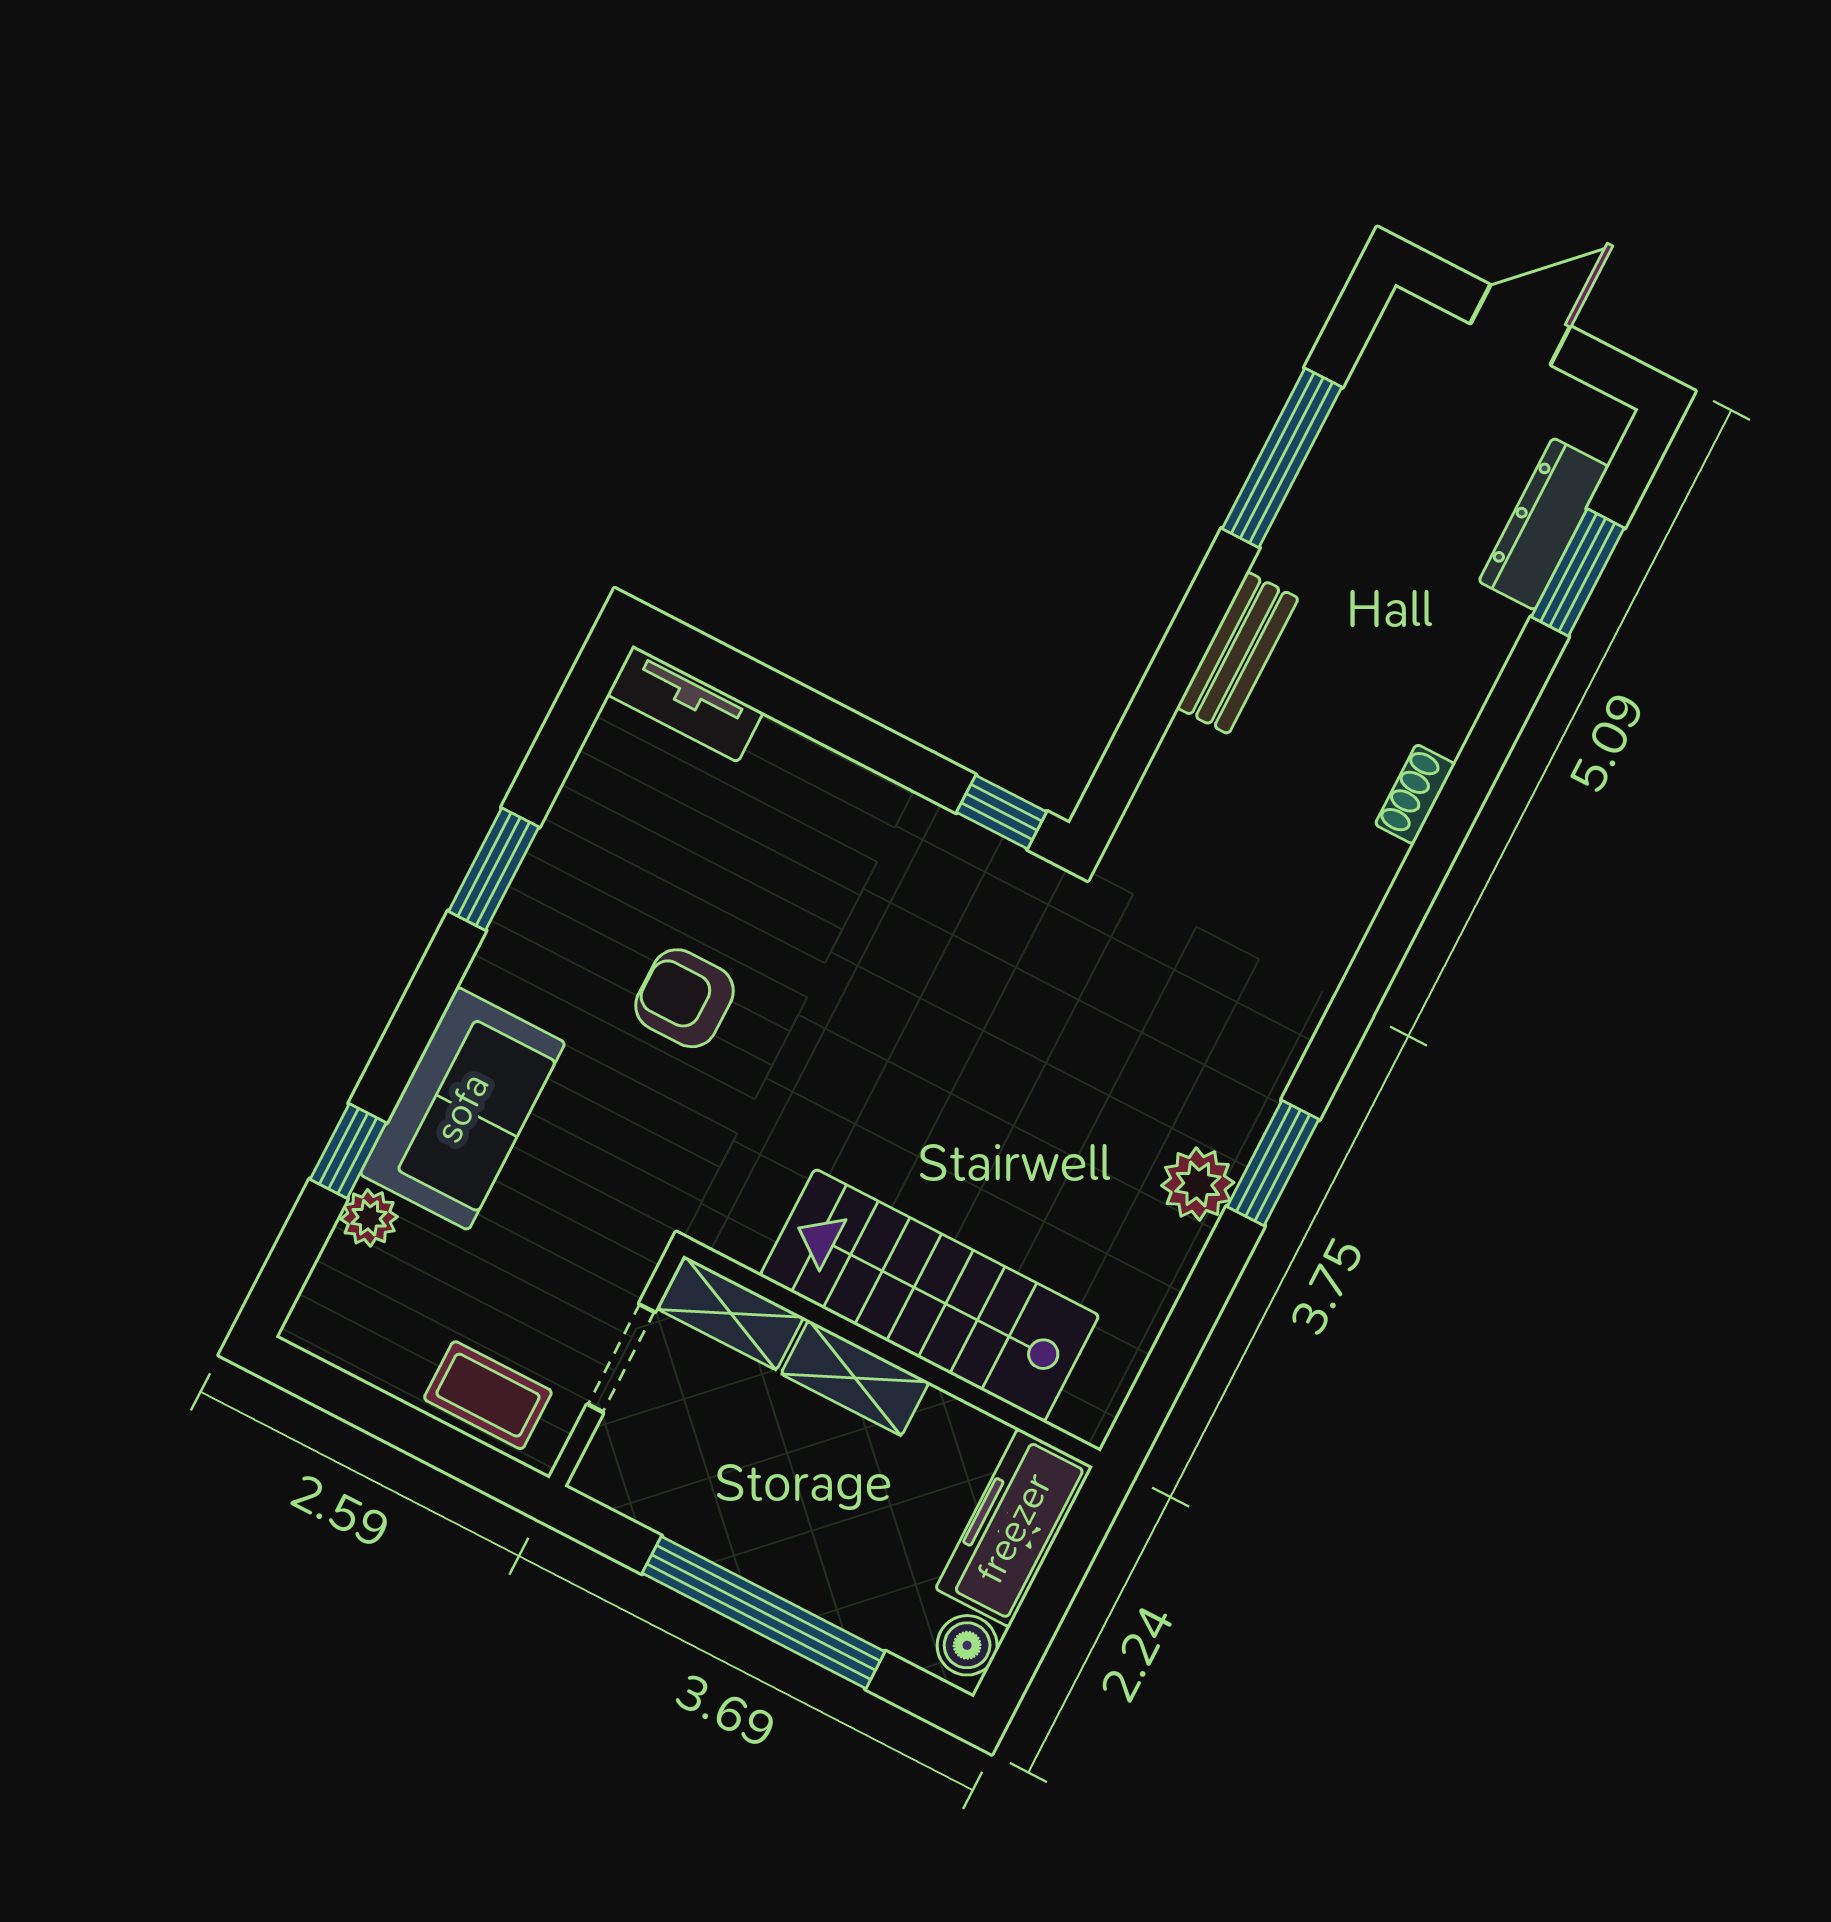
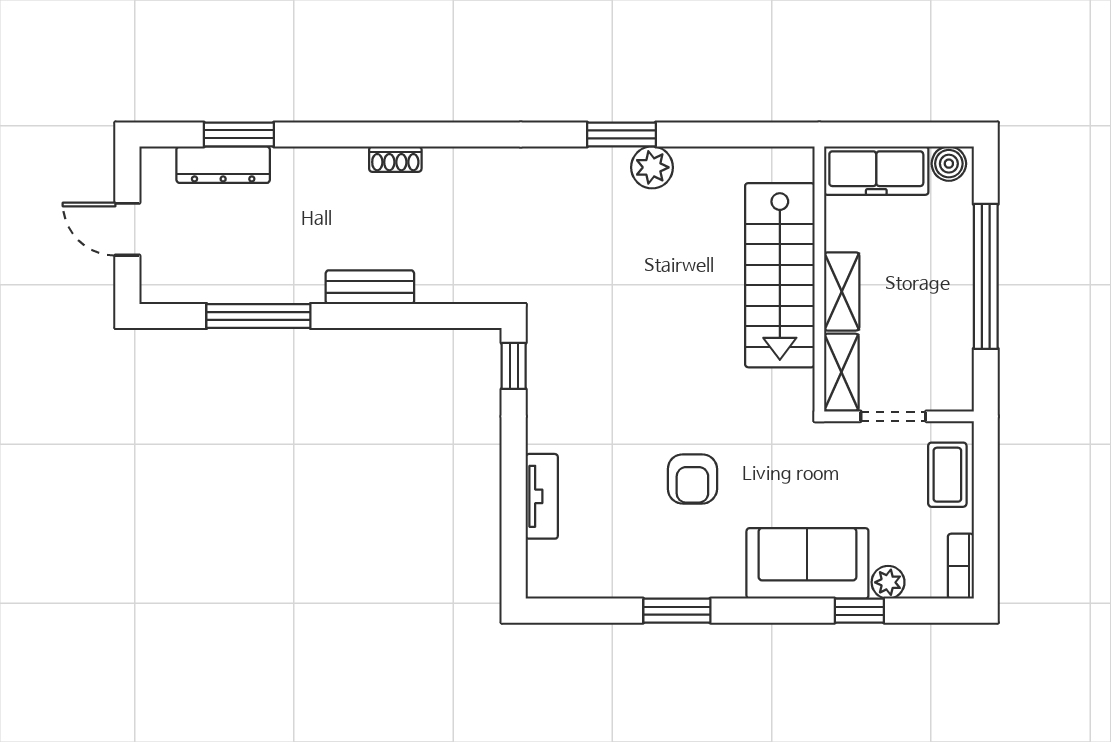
tv unit: (685, 704) -> (542, 496), moved
bookcase: (336, 1343) -> (961, 566), added

